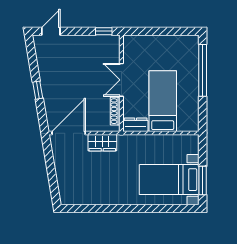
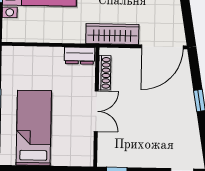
bed: (163, 101) -> (34, 128), moved, turned 180
wardrobe: (102, 143) -> (112, 34), width x1.50

